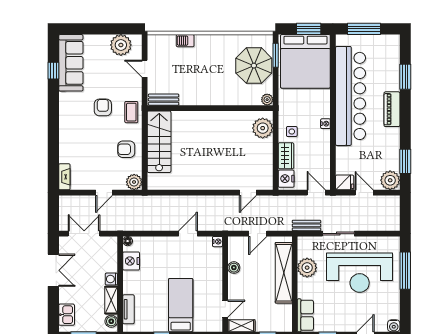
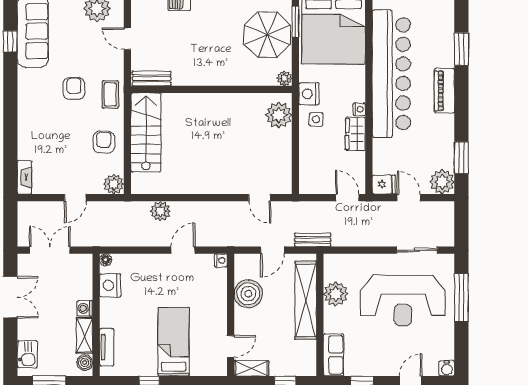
armchair: (126, 149) -> (104, 142), turned 90
wardrobe: (286, 156) -> (356, 134), moved, turned 180
nightstand: (286, 179) -> (309, 94), moved
door: (248, 193) -> (260, 198), hinge flipped
plant: (170, 203) -> (160, 211), added
bench: (306, 225) -> (313, 240), moved
sliding door: (338, 234) -> (417, 250), moved
boiler: (234, 268) -> (248, 294), width x1.86, depth x1.86

